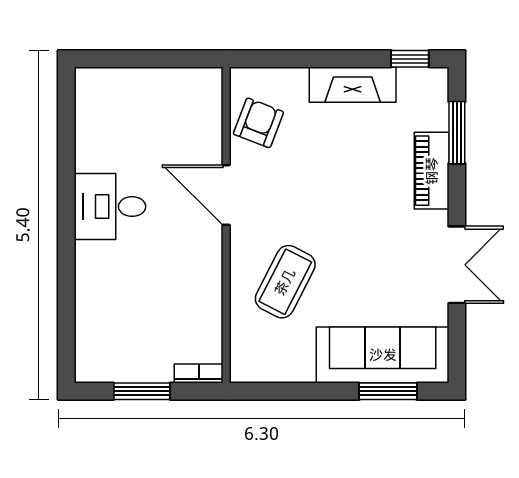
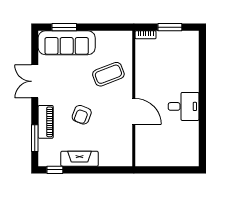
armchair: (258, 123) -> (82, 115), moved
coffee table: (285, 282) -> (108, 74), turned 42

